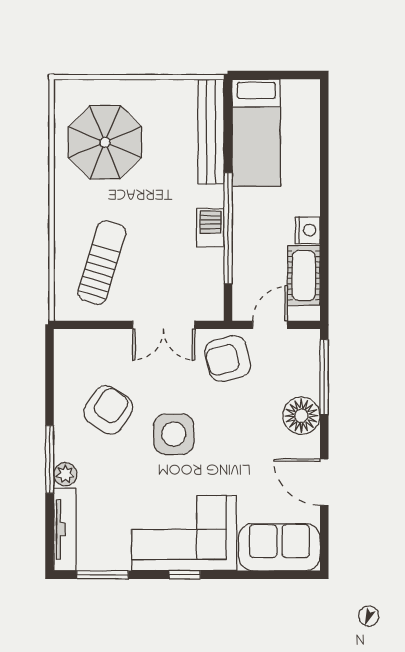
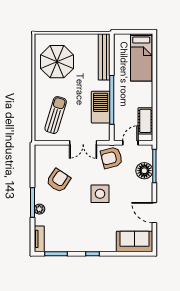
bed: (256, 133) -> (141, 57), moved
barbecue: (210, 228) -> (101, 107), width x1.88, depth x1.53
nightstand: (308, 230) -> (147, 101), removed
floor lamp: (301, 416) -> (144, 171), moved
side table: (174, 434) -> (100, 194), moved
tv unit: (65, 529) -> (39, 239), width x0.71
corner sofa: (184, 533) -> (92, 235), removed

